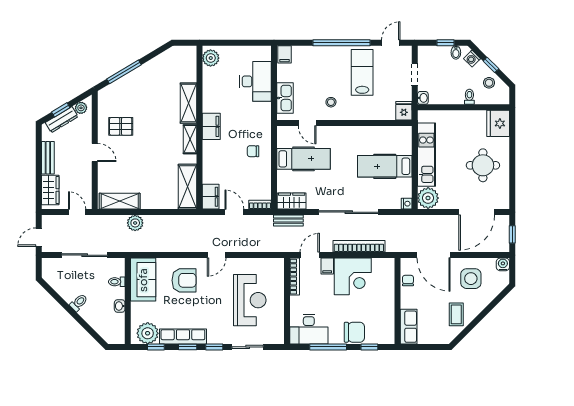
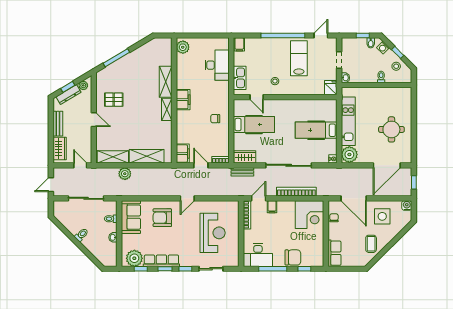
fridge: (498, 123) -> (403, 97), removed
shelving: (188, 187) -> (147, 156), moved, turned 90
corner desk: (353, 276) -> (310, 215), moved
armchair: (184, 280) -> (162, 218), turned 180

